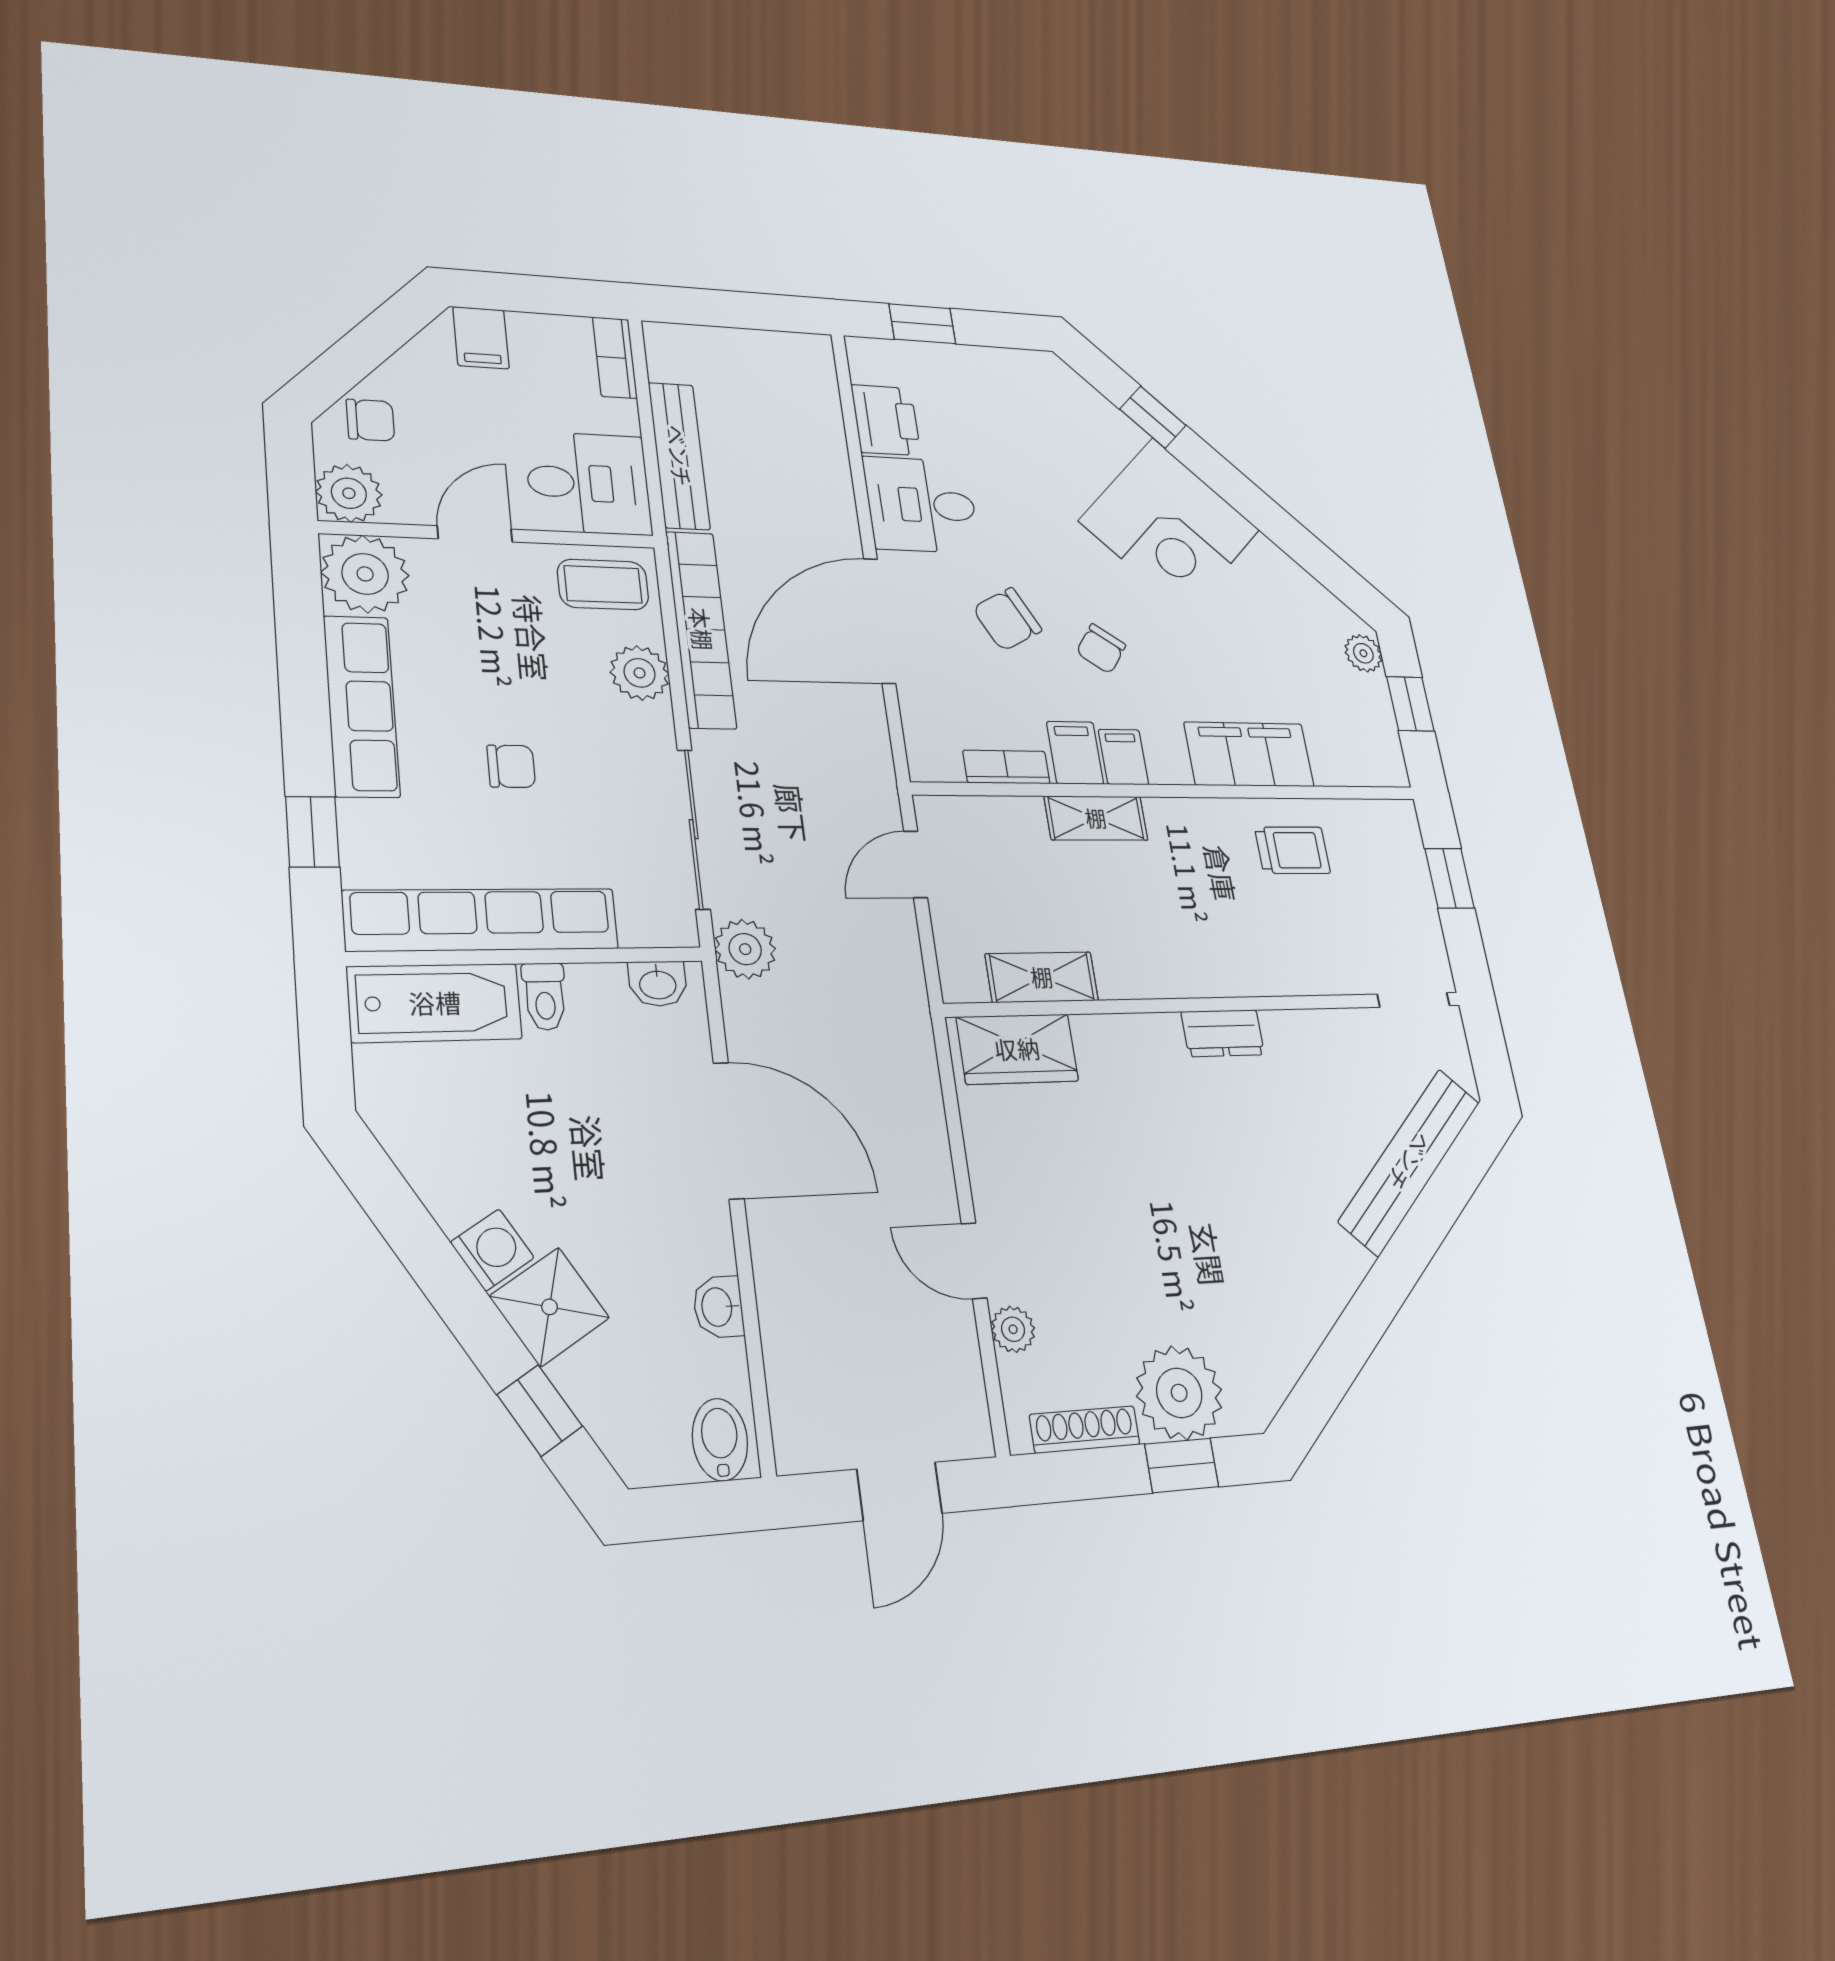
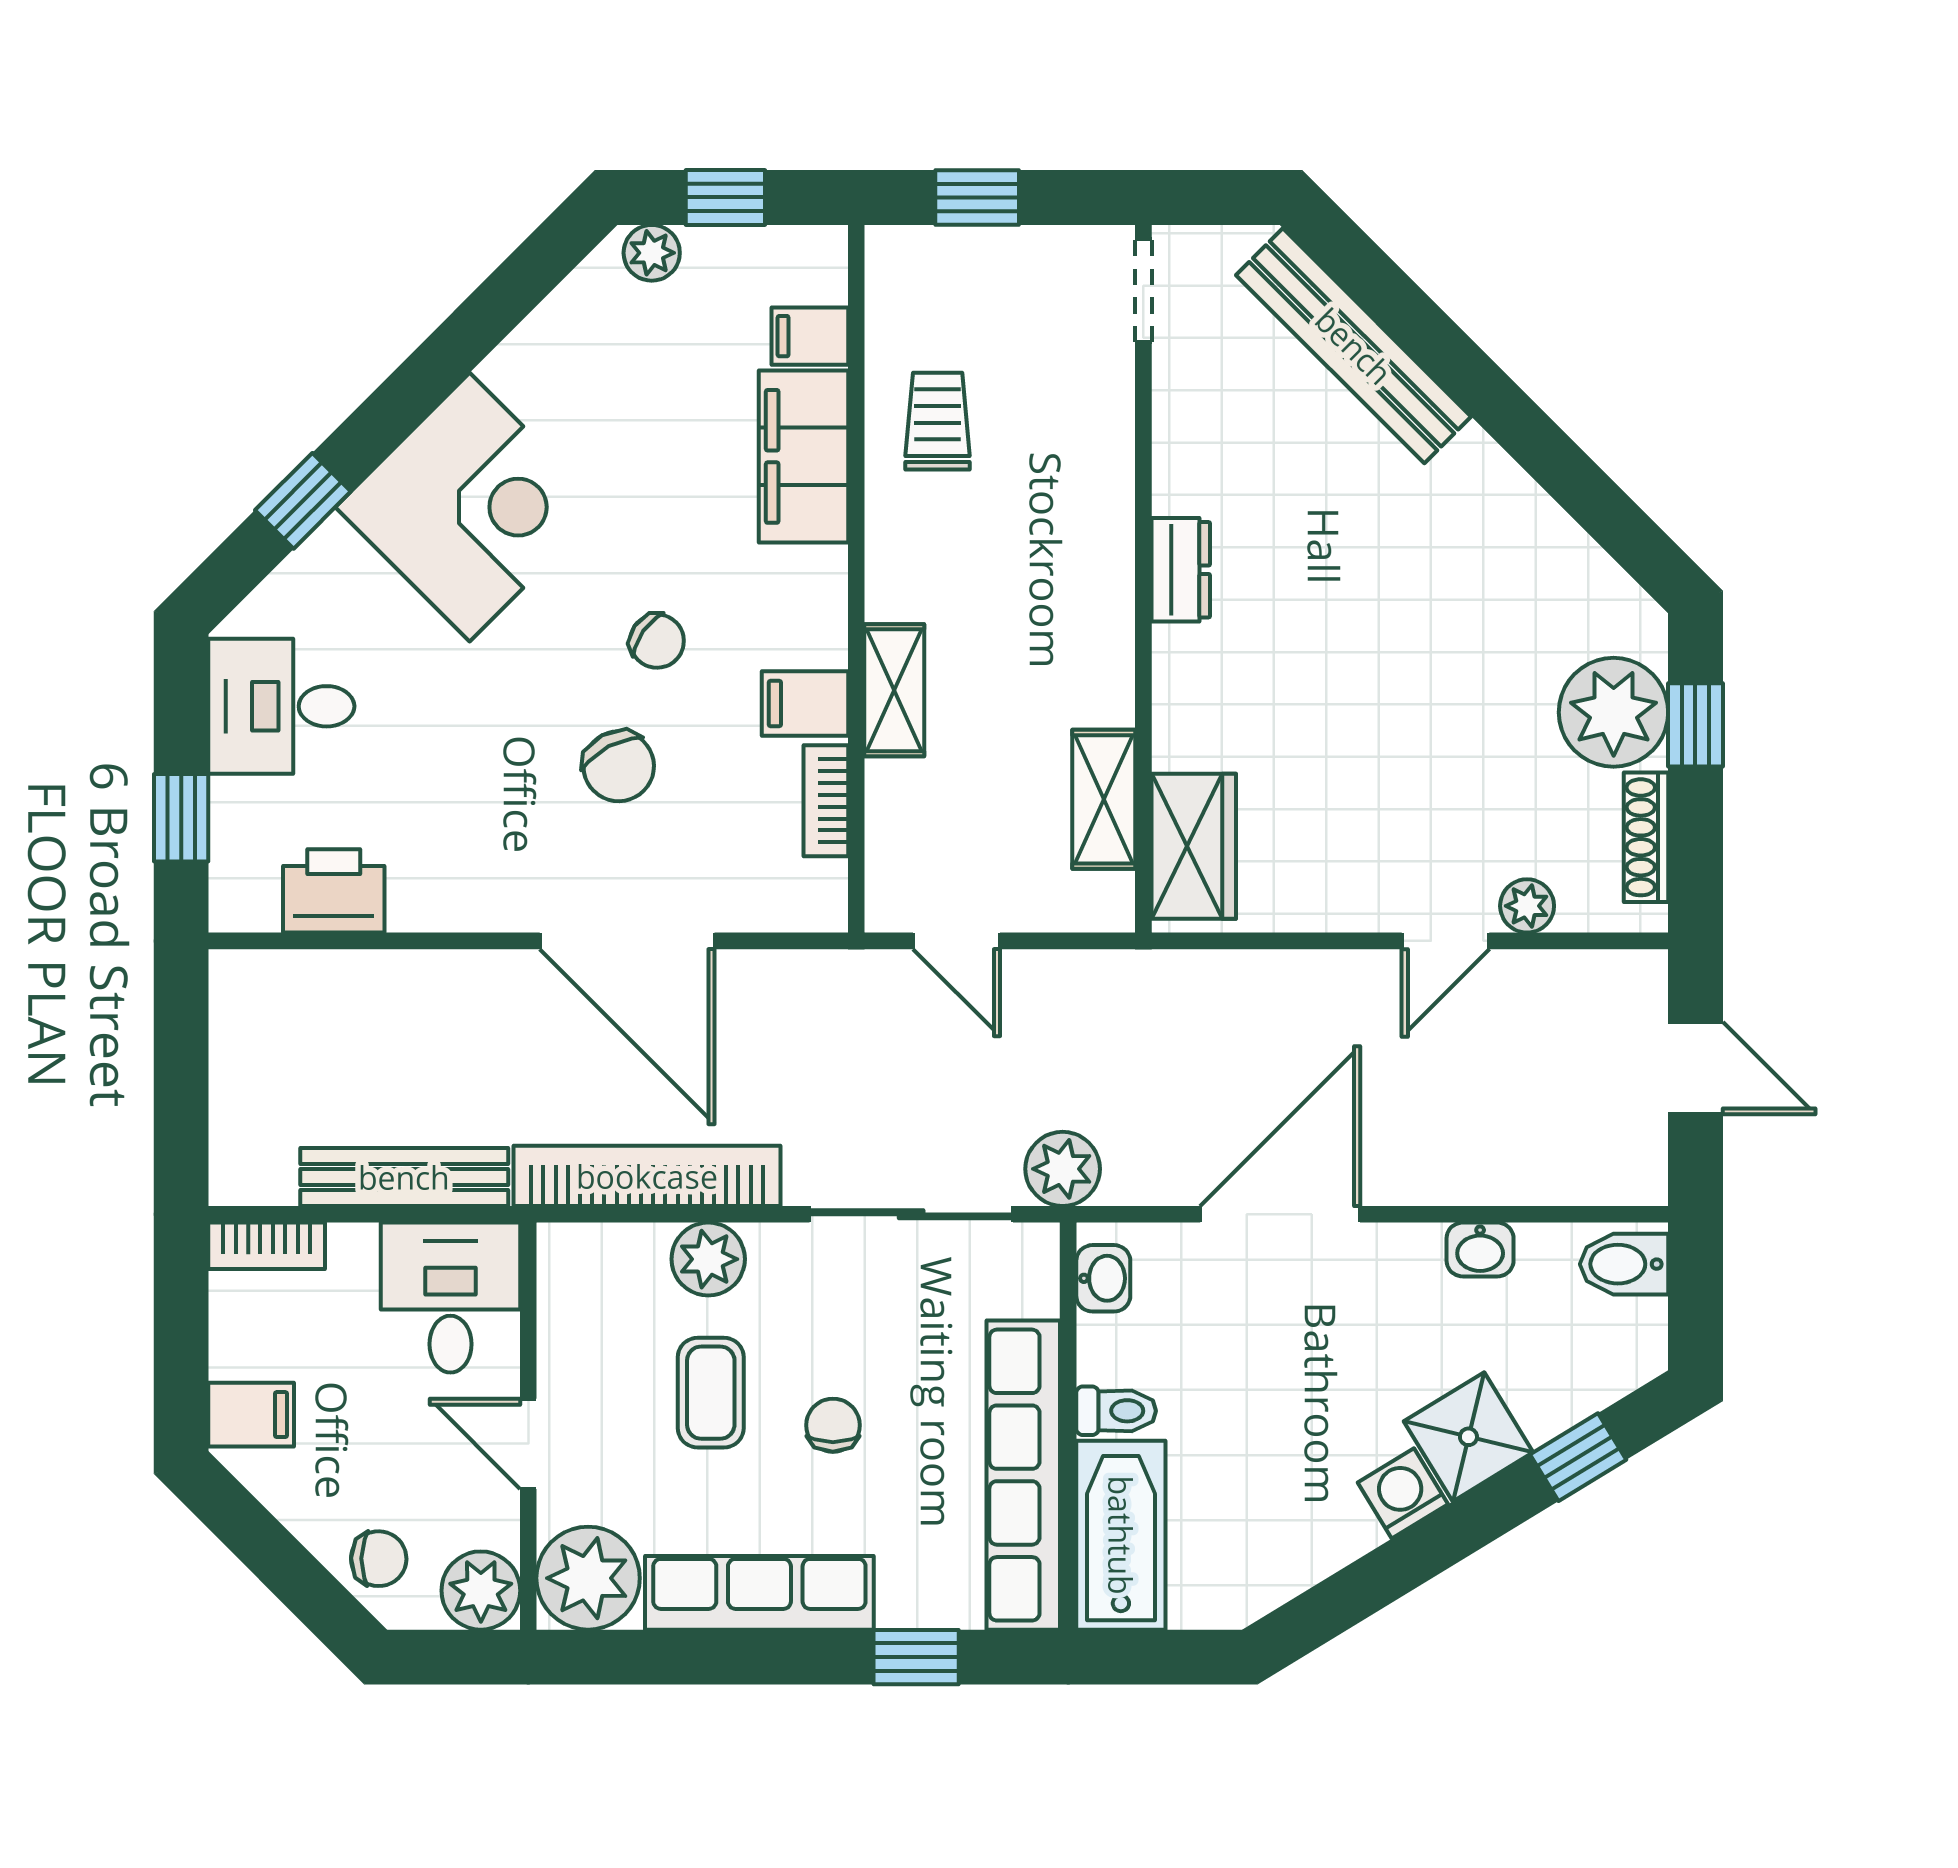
chair: (370, 420) -> (379, 1559), turned 91
desk: (921, 505) -> (281, 706), moved, turned 90
coffee table: (603, 584) -> (711, 1393), moved
filing cabinet: (1123, 757) -> (810, 336), moved

